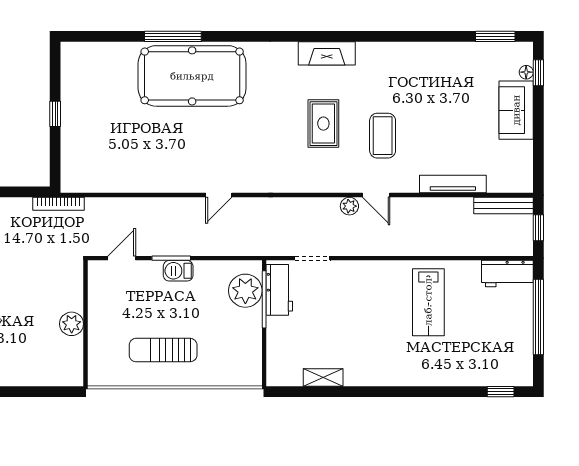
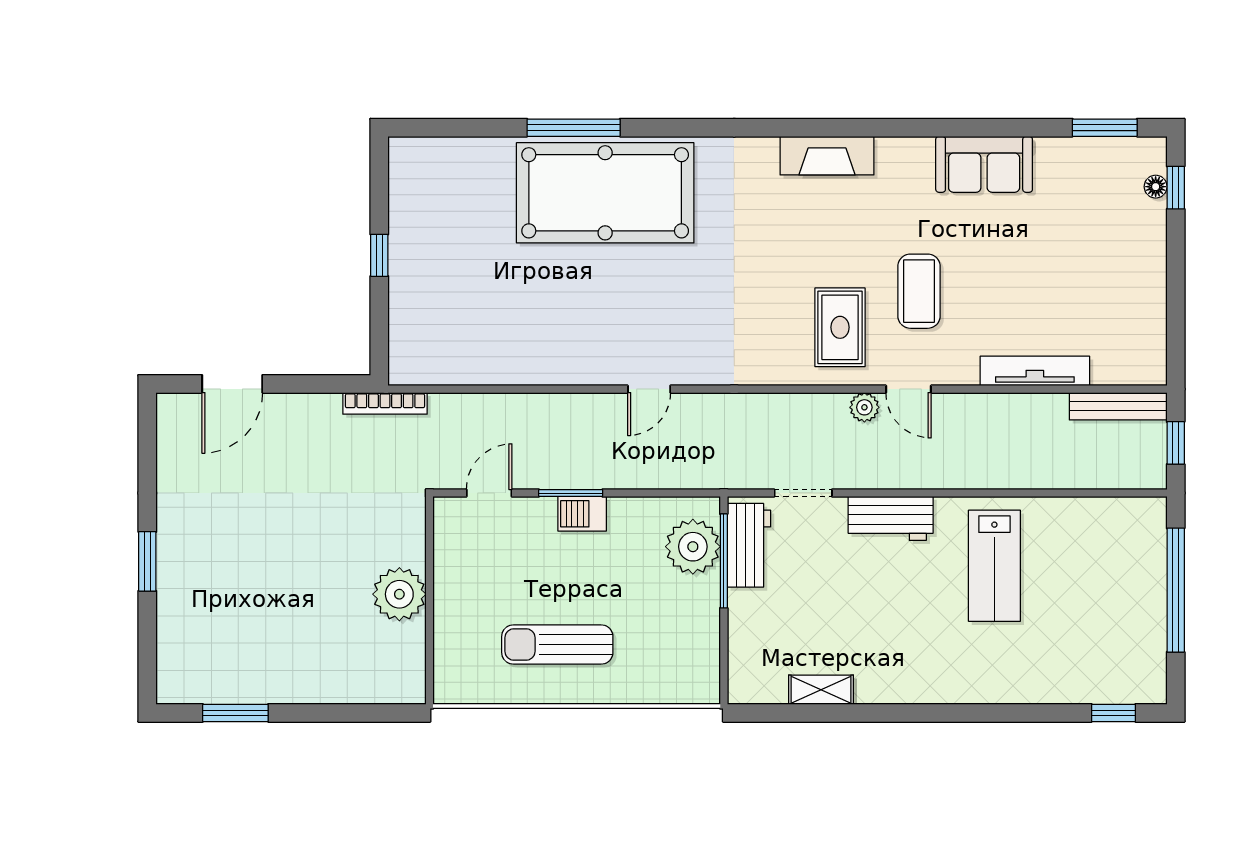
sofa: (516, 110) -> (984, 164), moved, turned -90
rug: (323, 124) -> (840, 327), moved
workbench: (507, 274) -> (891, 518), moved
plant: (72, 324) -> (399, 594), width x1.36, depth x1.36

